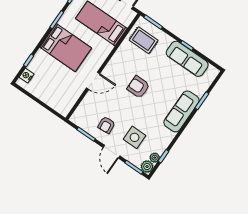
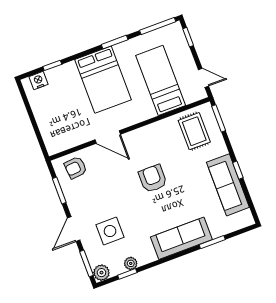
armchair: (106, 125) -> (75, 168), moved
plant: (155, 158) -> (131, 263), moved

